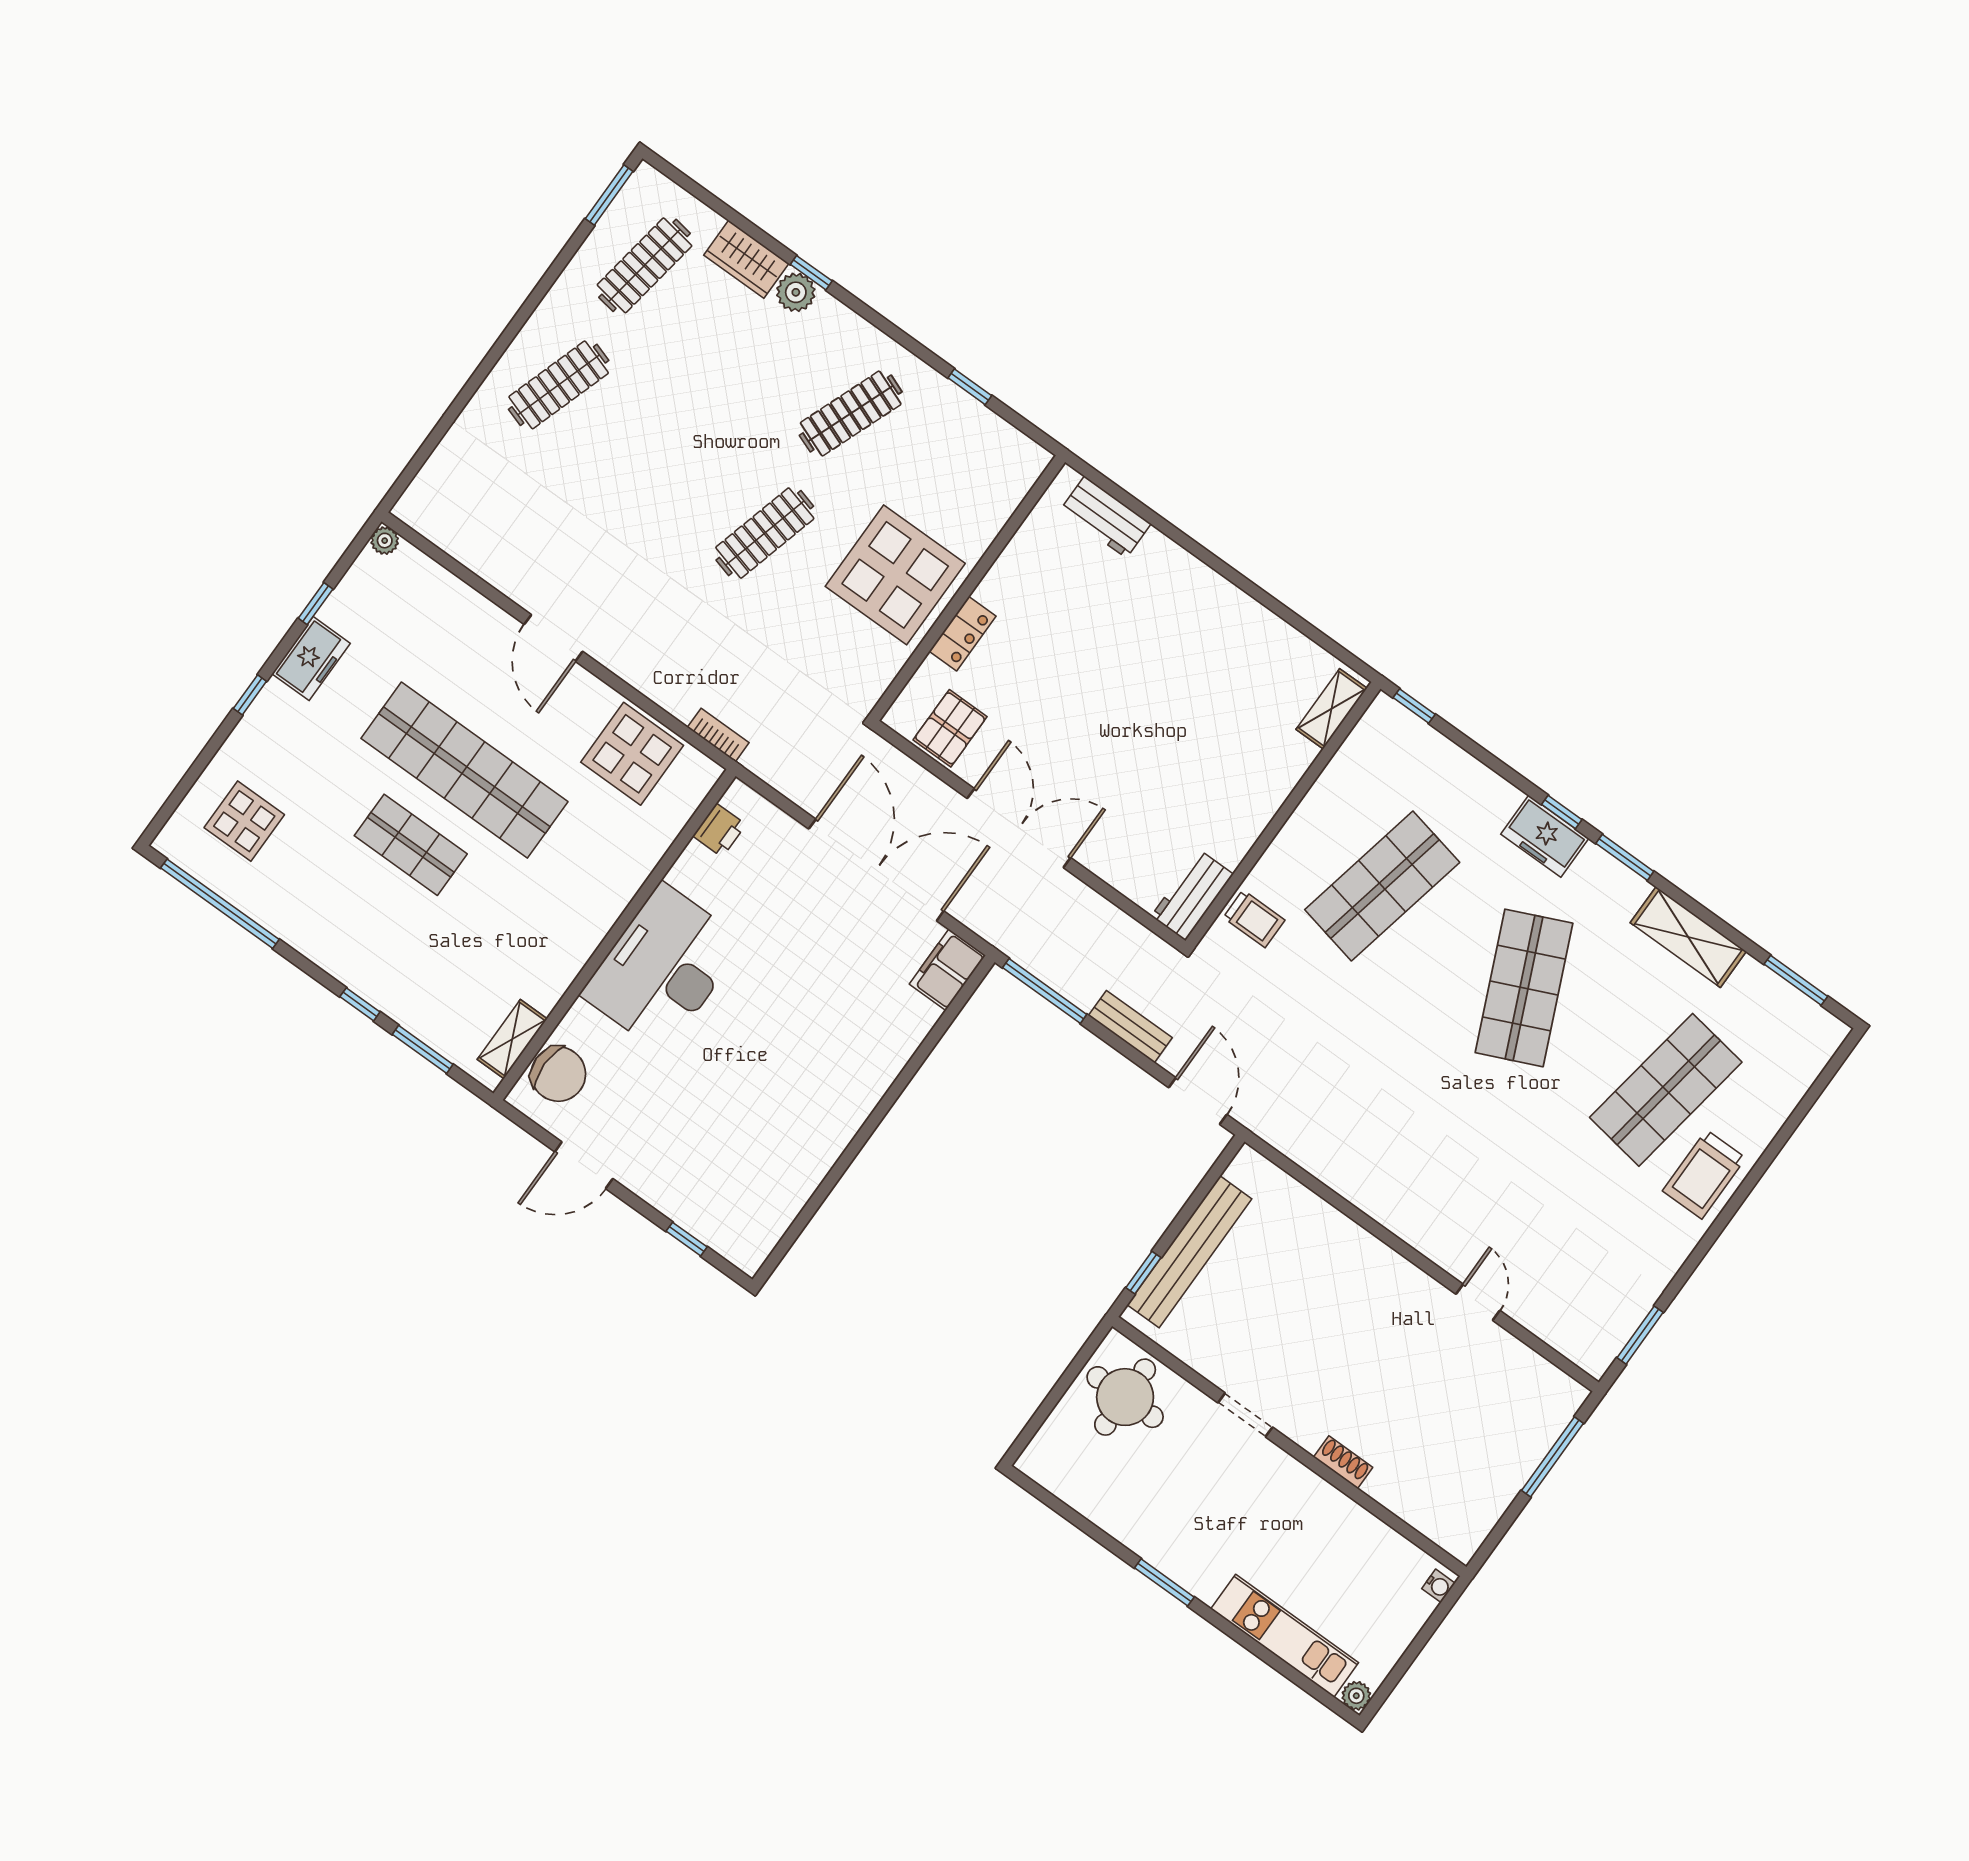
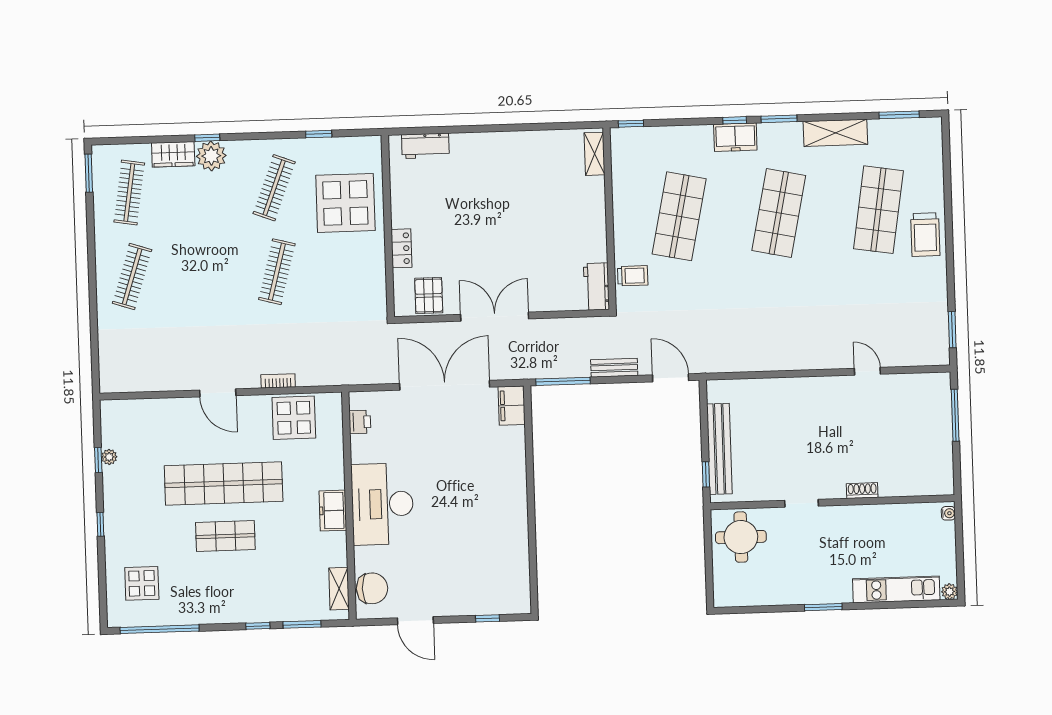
plant: (796, 292) -> (211, 156), width x1.36, depth x1.36
plant: (385, 541) -> (109, 457), moved
display table: (895, 575) -> (345, 203), moved
freezer: (311, 659) -> (333, 511), moved, turned 180
bookcase: (718, 735) -> (278, 381), moved
shop shelf: (1524, 988) -> (779, 213), turned 36
door: (584, 1165) -> (415, 621), hinge flipped

